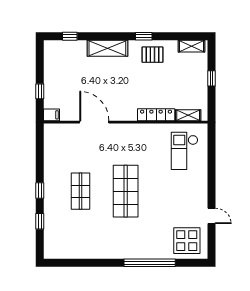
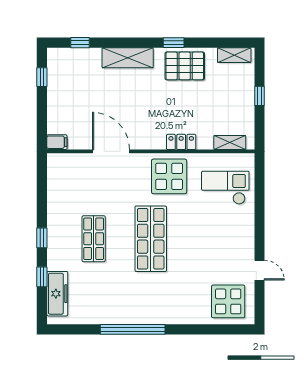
pallet: (152, 55) -> (185, 66), width x1.50, depth x1.42
window: (40, 91) -> (42, 77), moved
locker: (156, 115) -> (181, 142), width x0.66
display table: (140, 142) -> (169, 176), added
checkout: (185, 151) -> (225, 188), turned 90
freezer: (52, 235) -> (57, 294), added
window: (150, 263) -> (133, 329), moved

